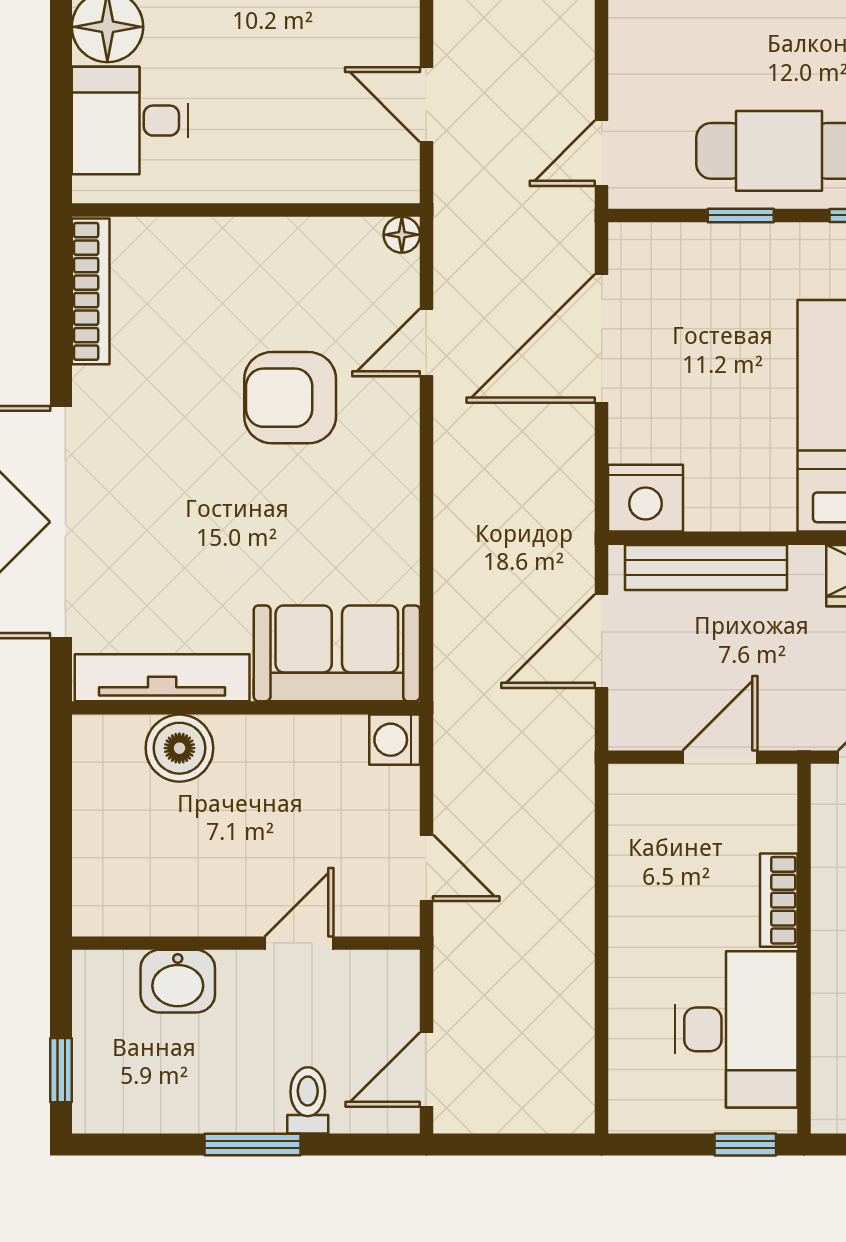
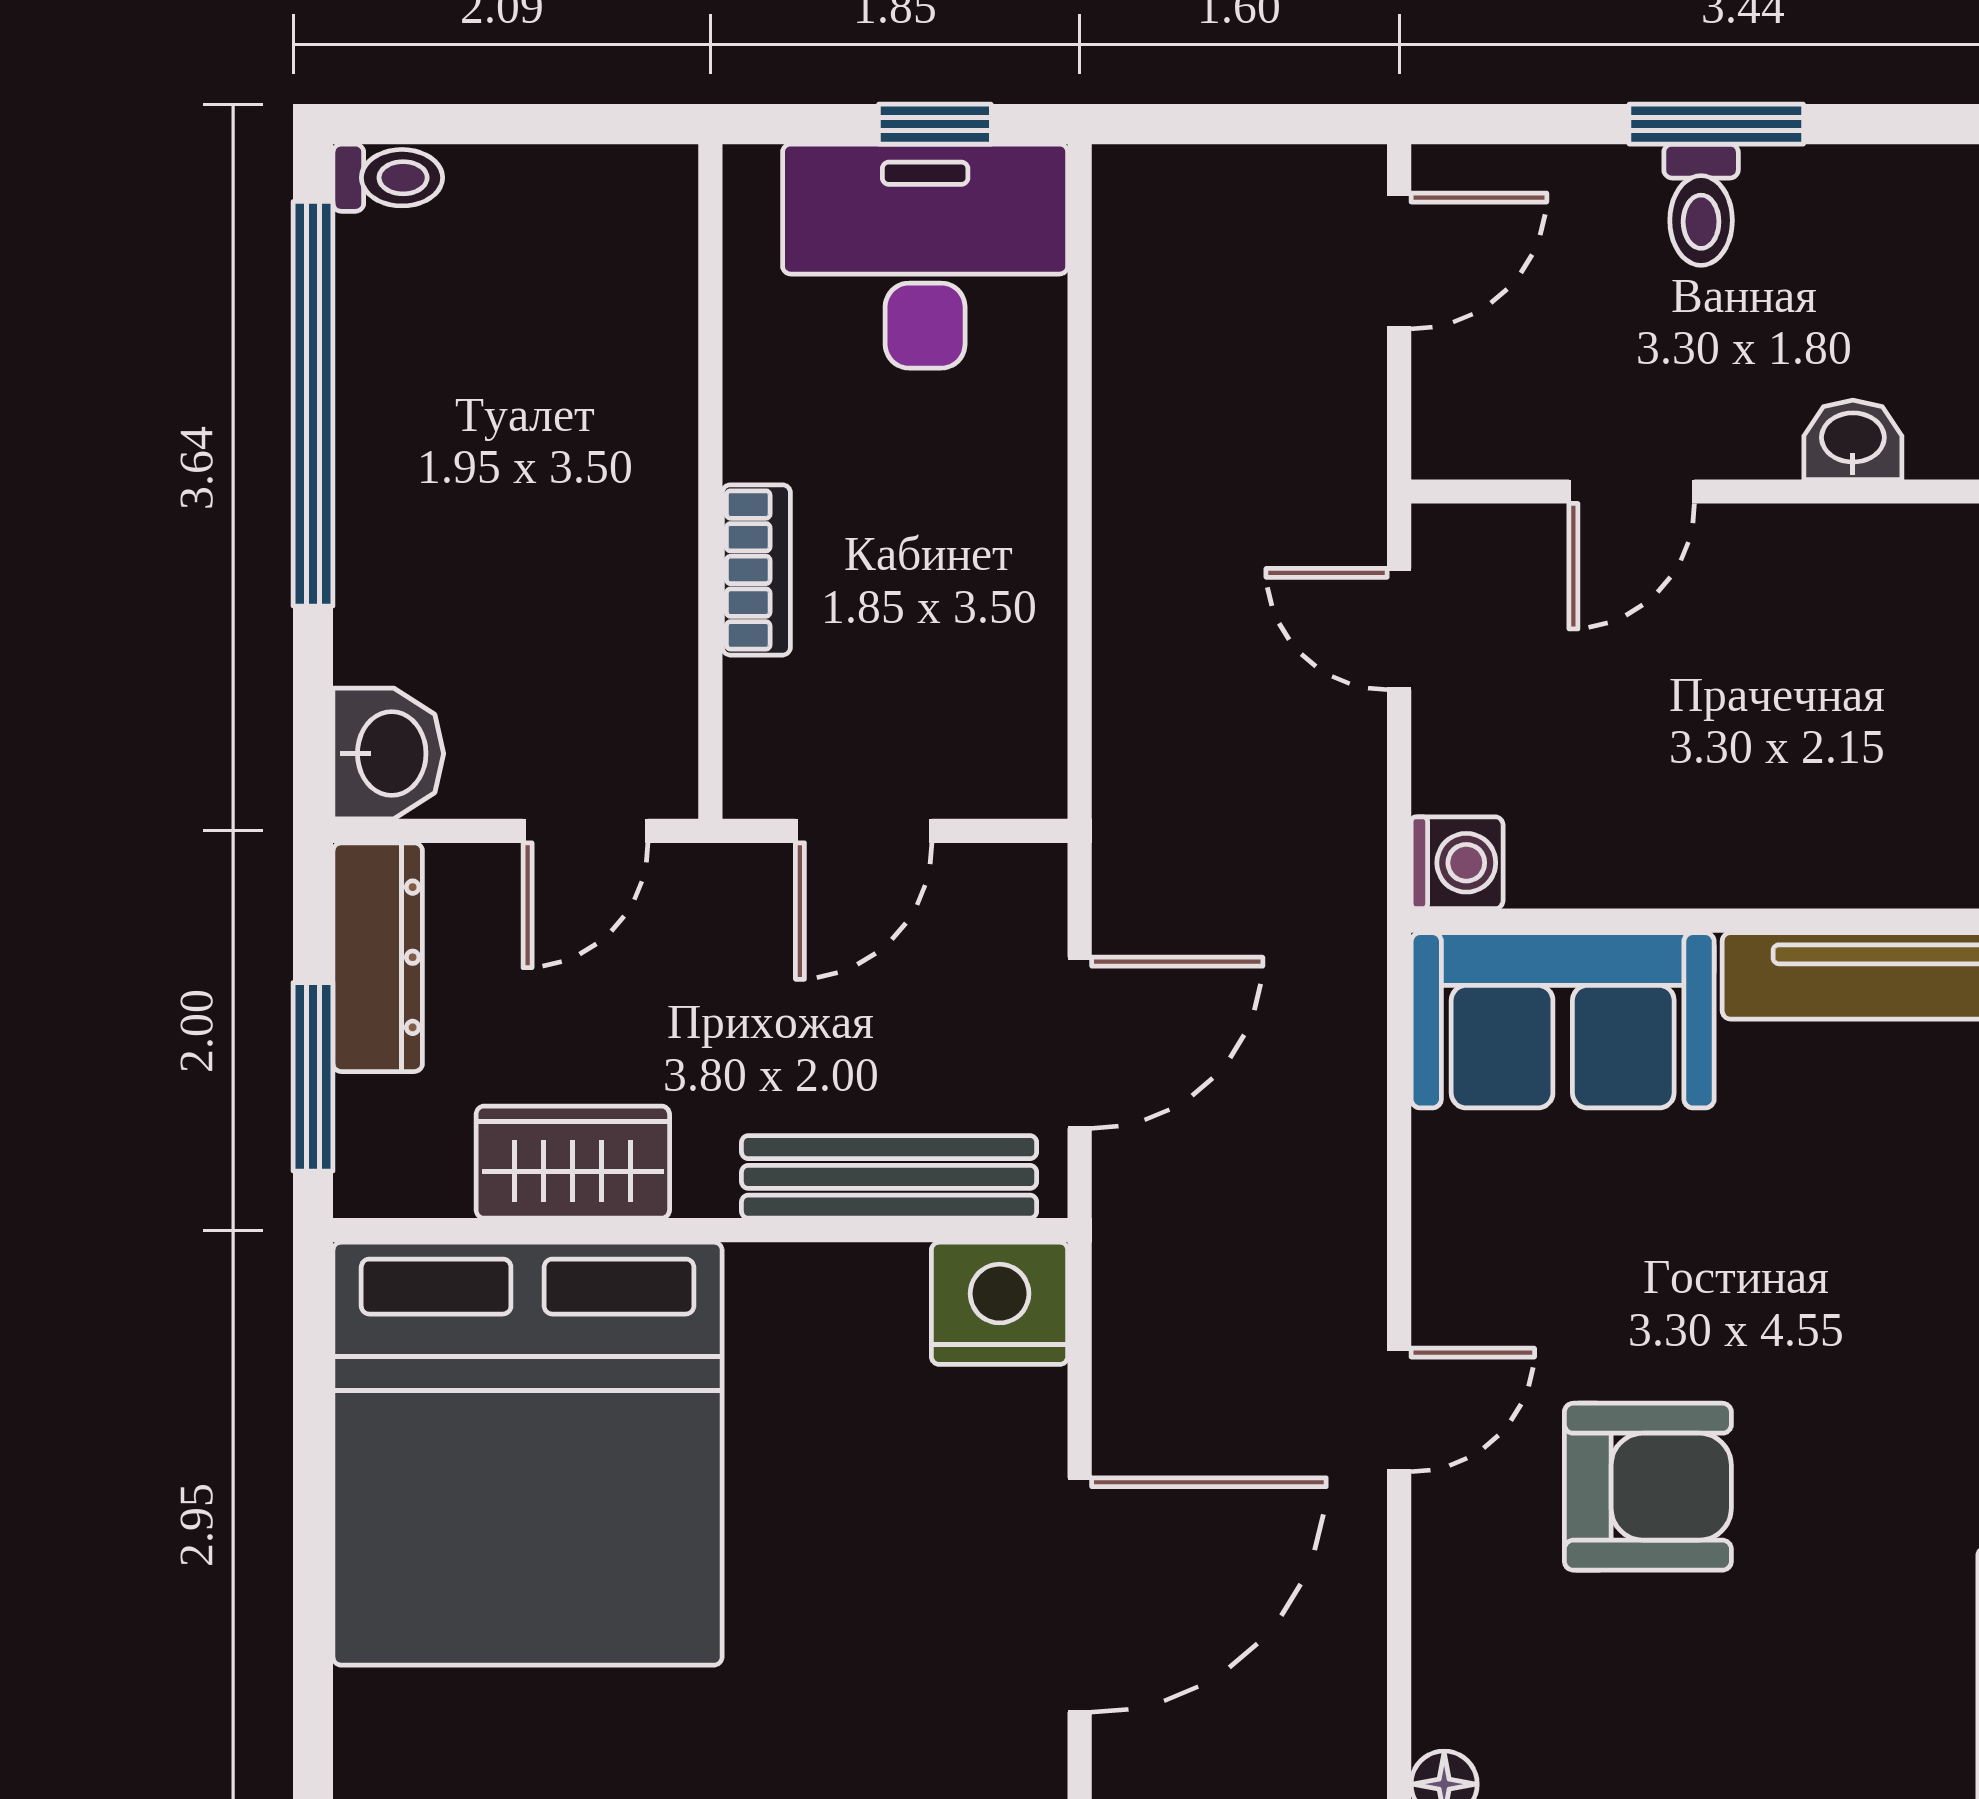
door: (426, 342) -> (1399, 1410), moved
boiler: (179, 748) -> (1850, 847), removed
washbasin: (178, 981) -> (1853, 440), width x0.72, depth x0.69
desk: (736, 1029) -> (925, 256), moved, turned 90
toilet: (308, 1100) -> (1701, 205), moved
window: (745, 1145) -> (935, 124), moved

